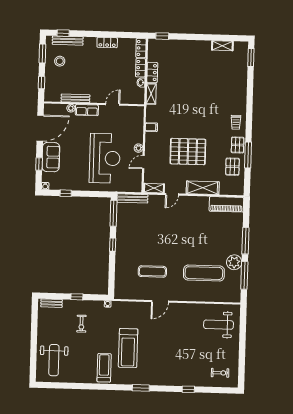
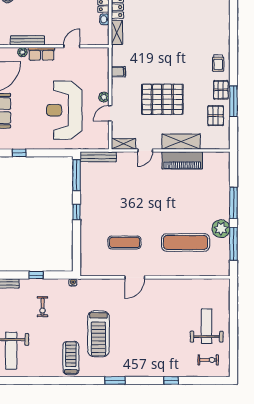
reception desk: (105, 158) -> (64, 110), turned 180
piano: (226, 204) -> (182, 160), moved
weight bench: (219, 325) -> (207, 326), moved, turned 90

